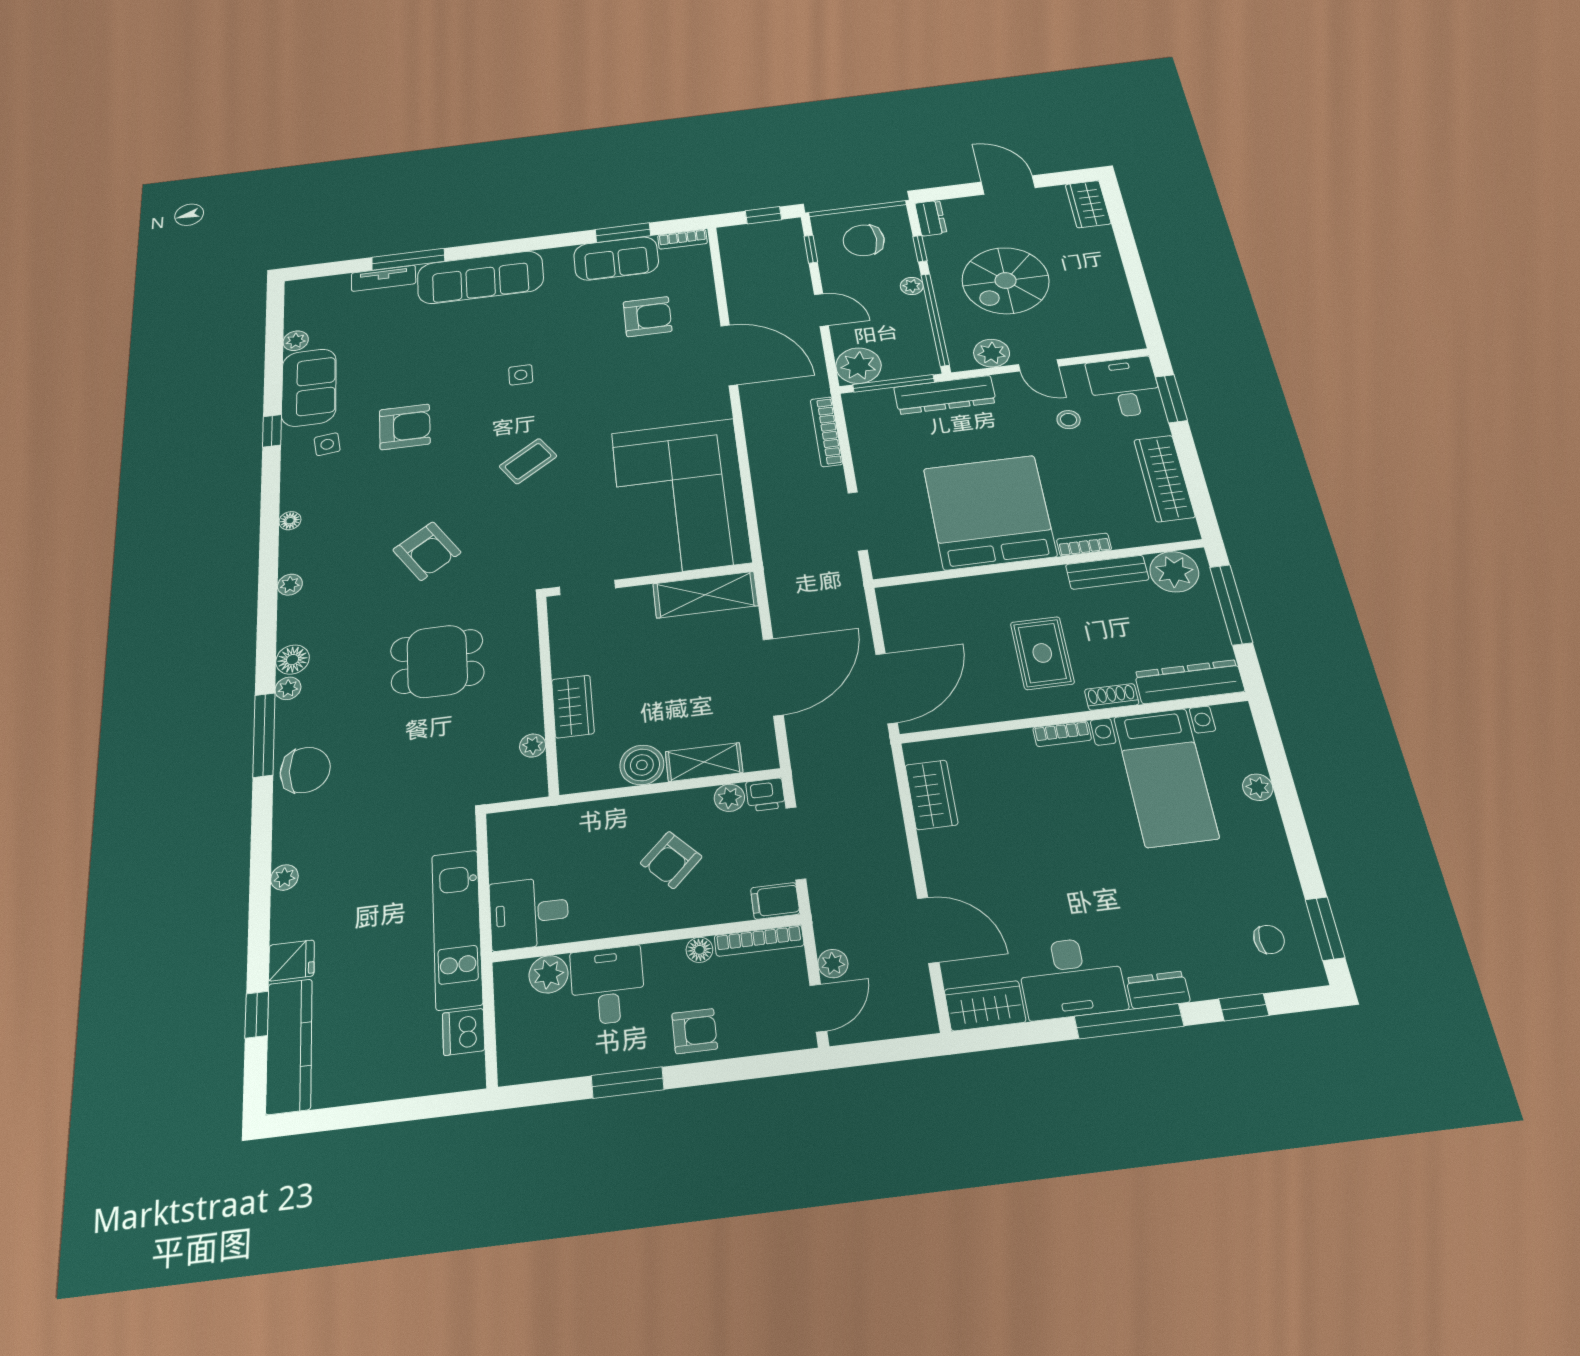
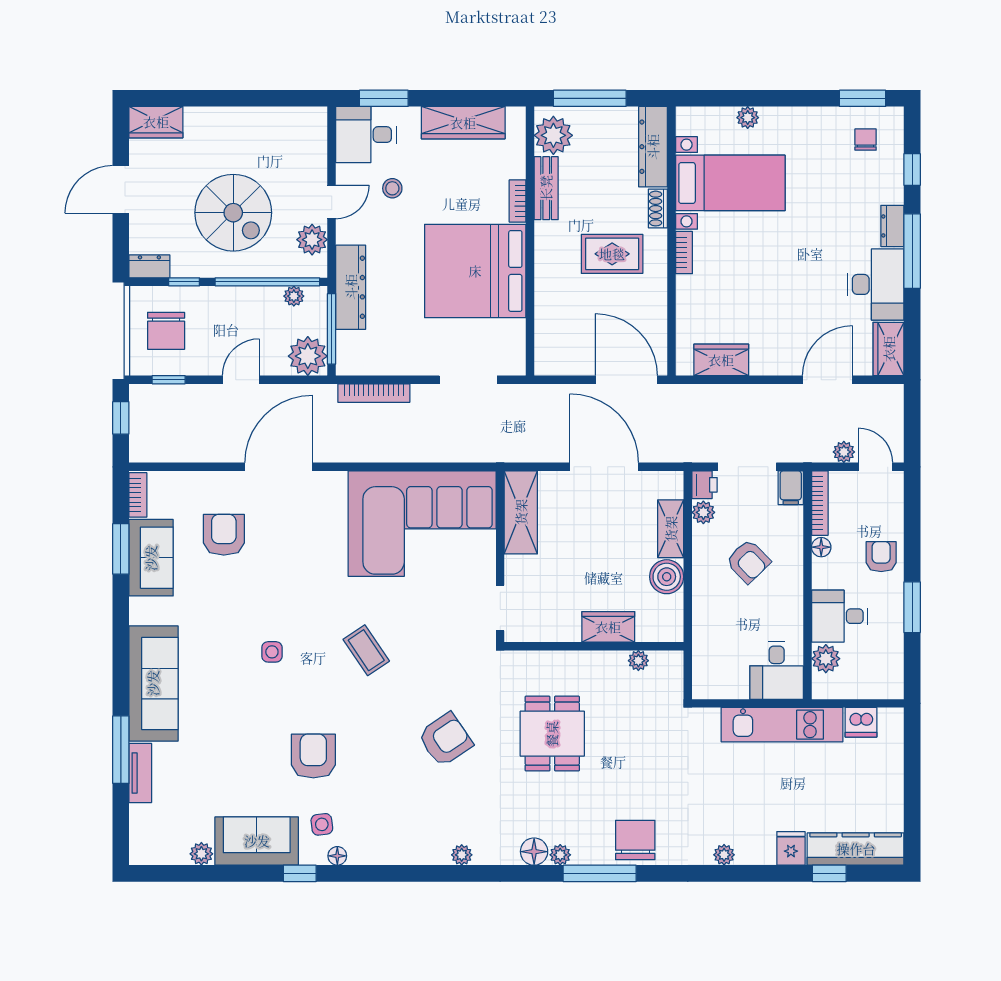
plant: (912, 286) -> (294, 296), moved
floor lamp: (290, 521) -> (337, 856), moved

